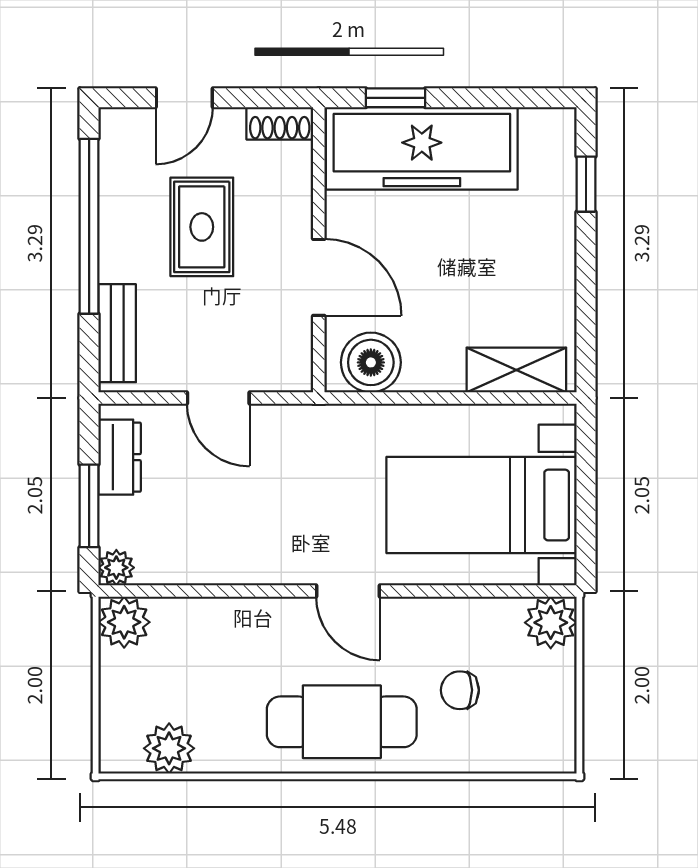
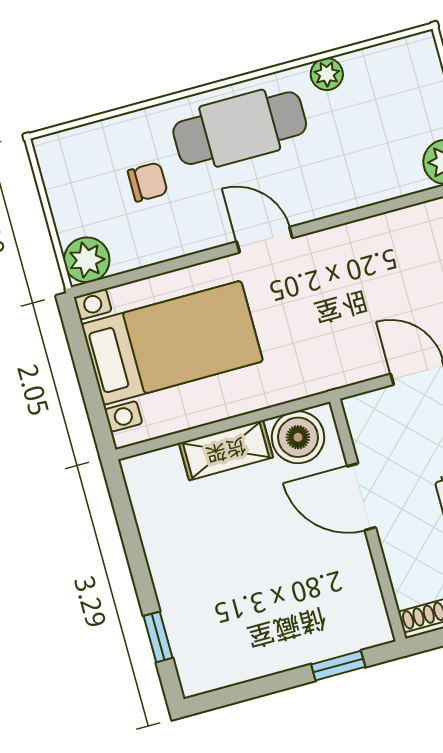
freezer: (422, 148) -> (304, 629), removed
shelving: (516, 370) -> (226, 450), moved
plant: (169, 748) -> (327, 74), moved, width x0.73, depth x0.73

